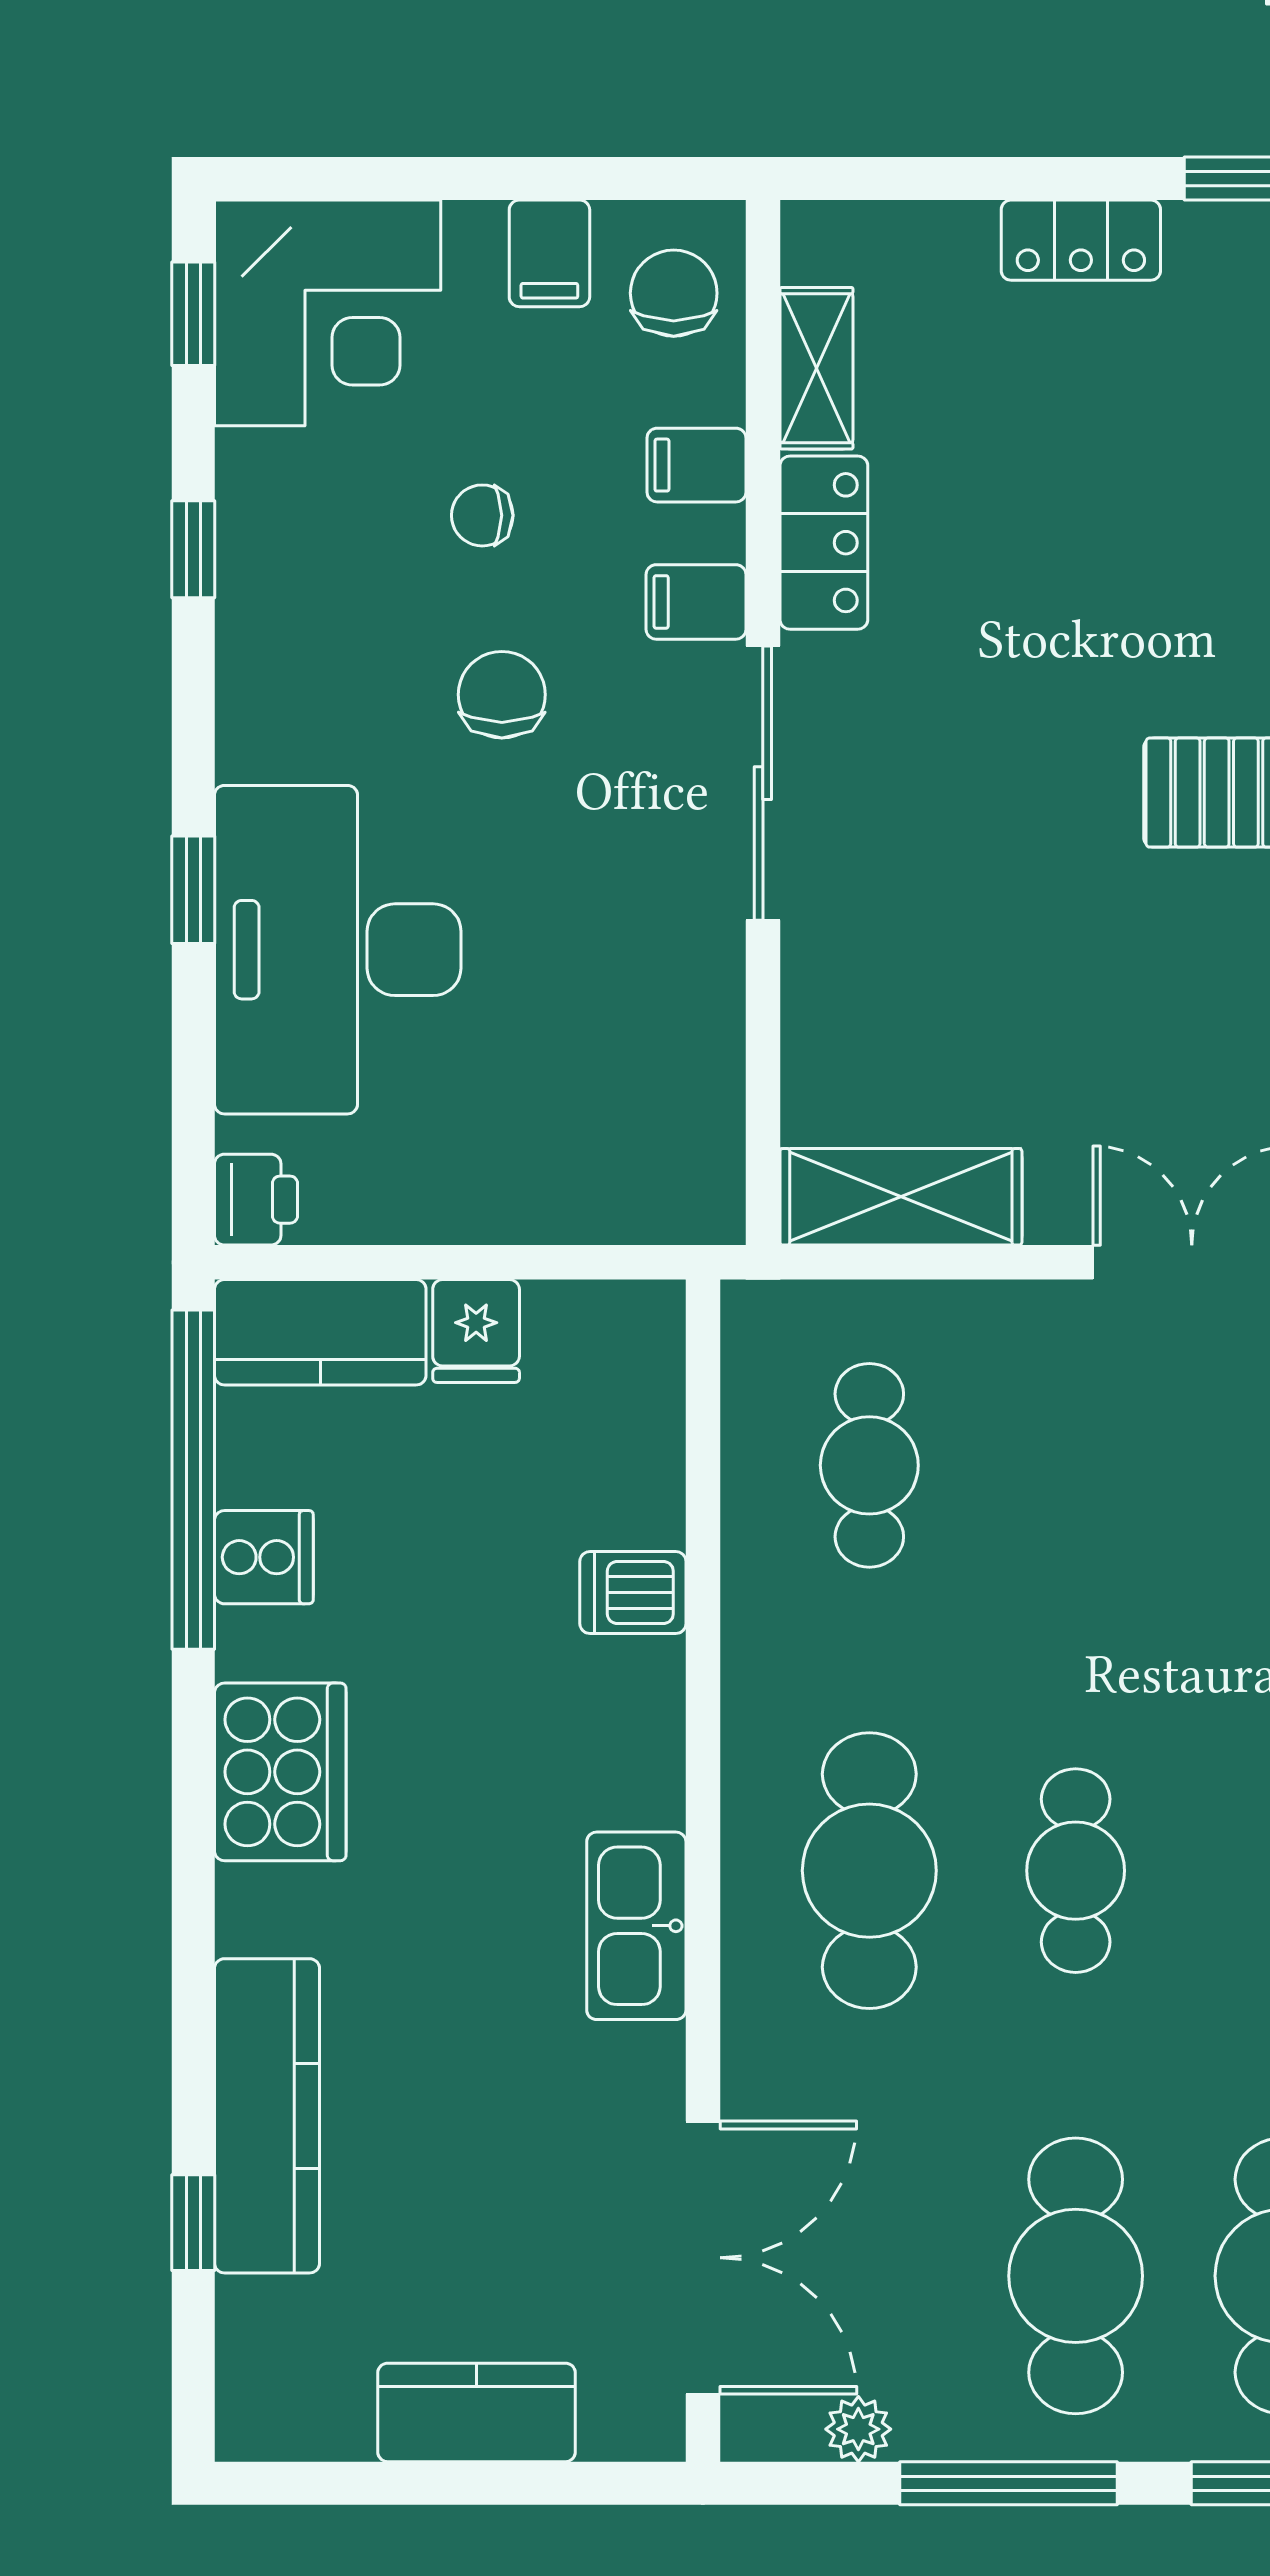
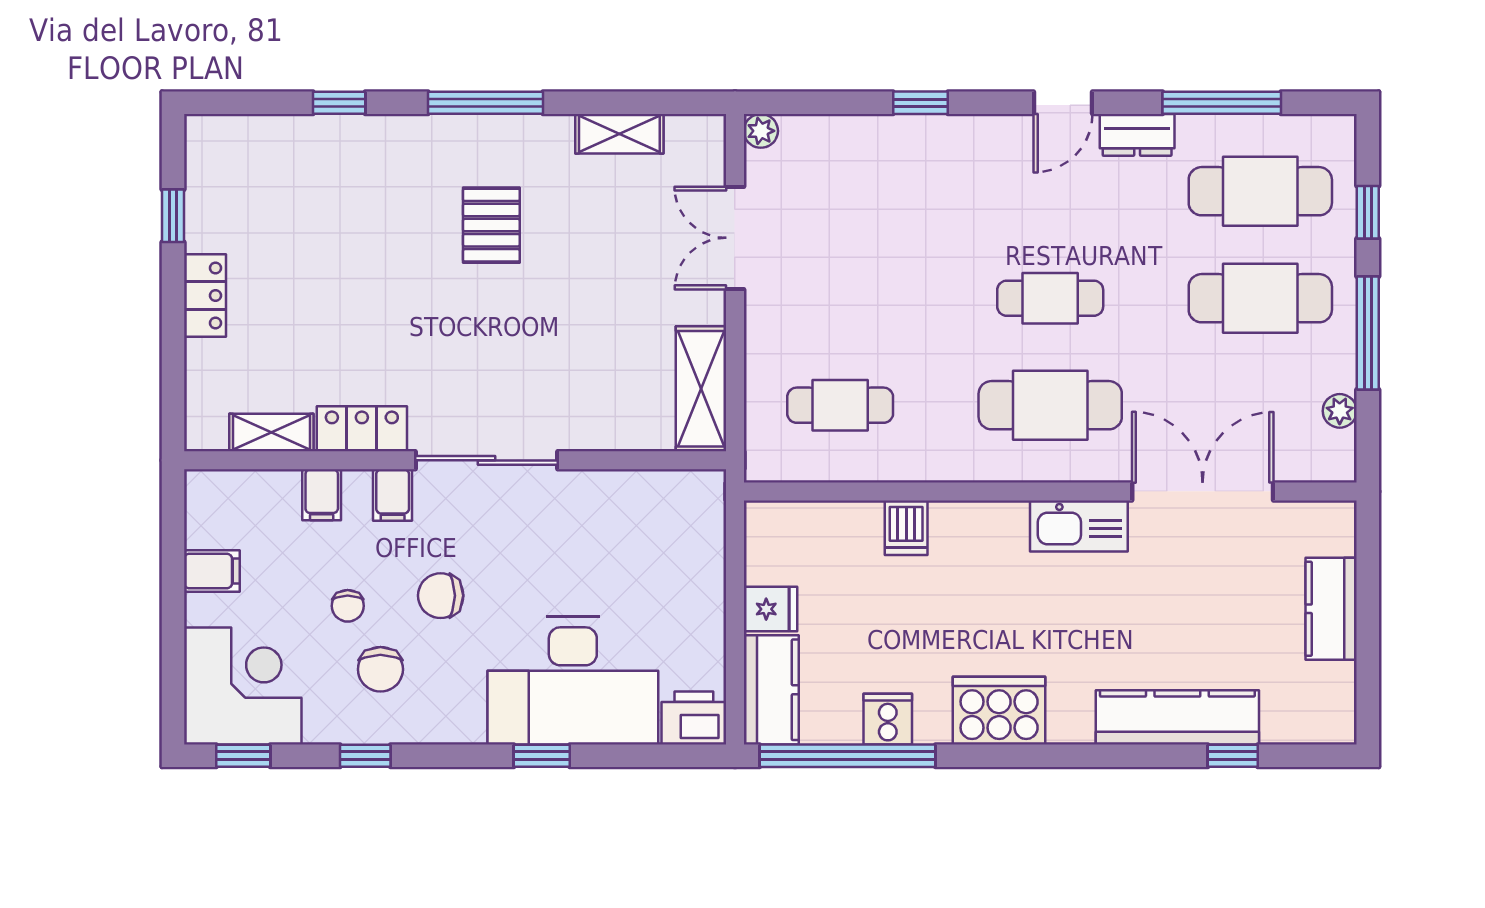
chair: (674, 293) -> (380, 669), moved, turned -90
printer: (256, 1200) -> (694, 718), width x1.36, depth x1.24
double door: (703, 2258) -> (1203, 491), moved

